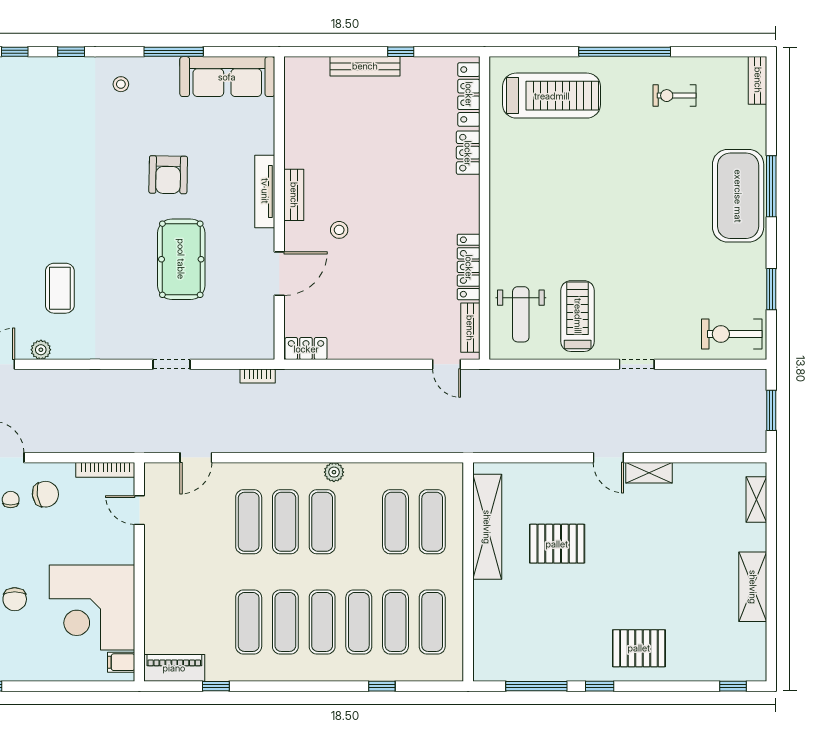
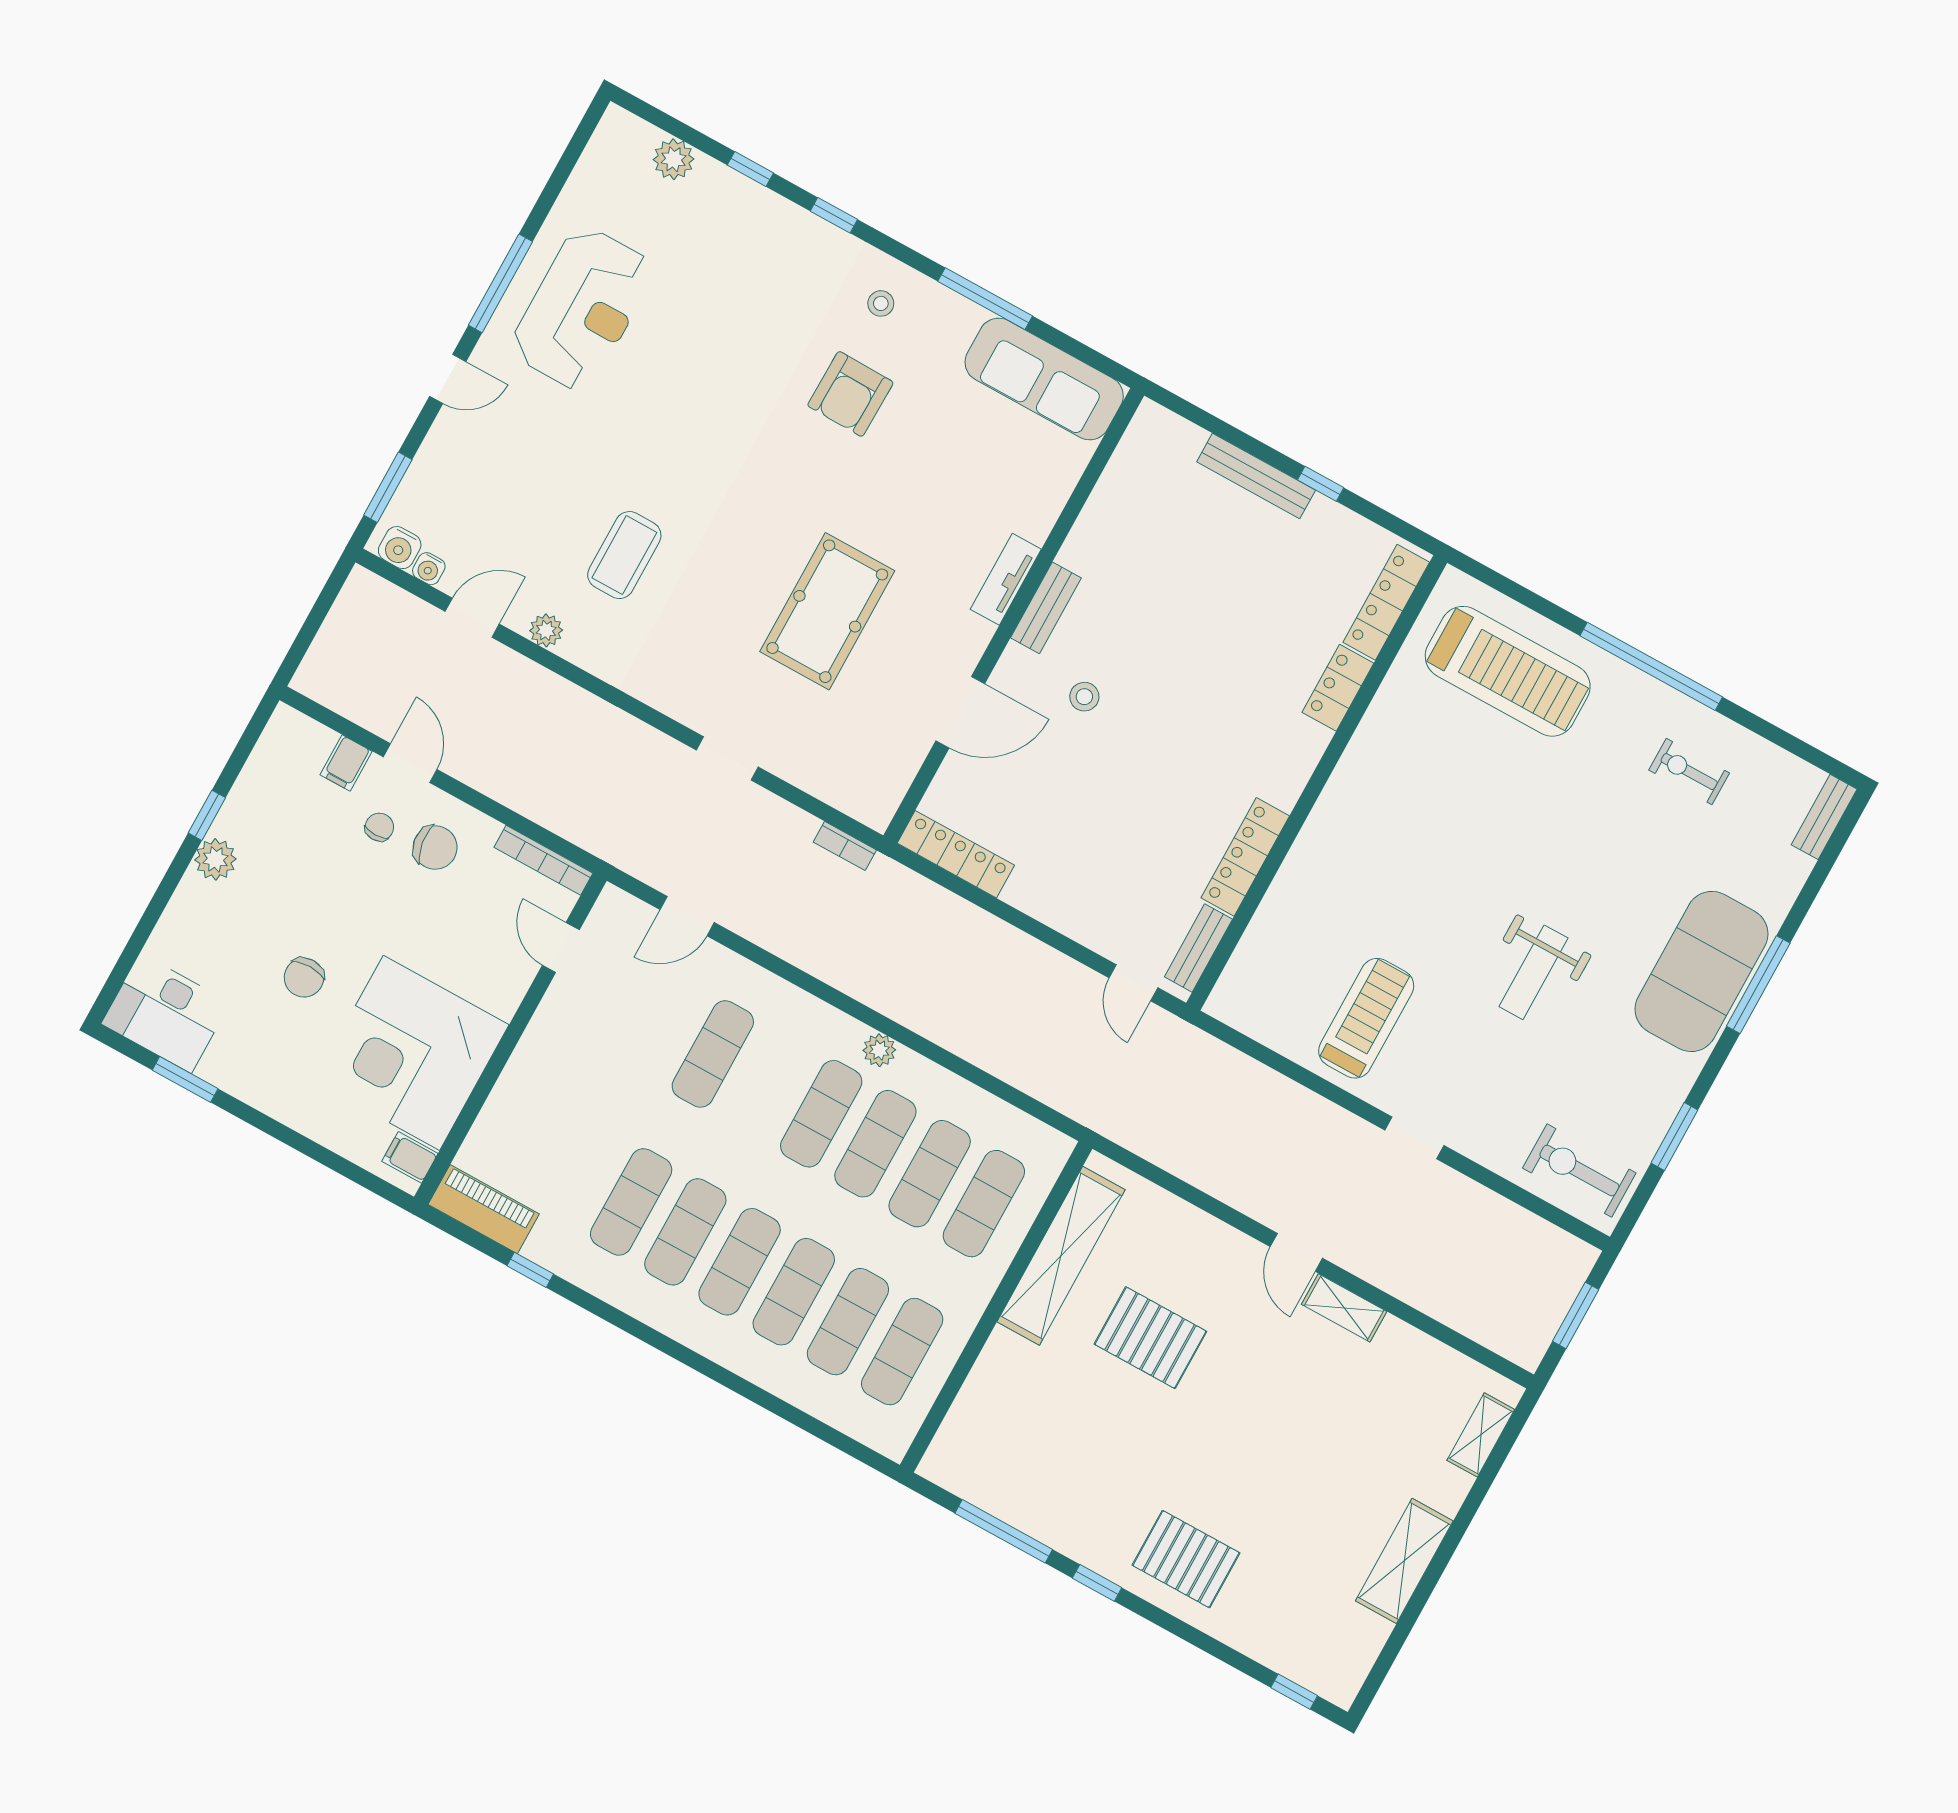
armchair: (168, 175) -> (850, 394), moved
tv unit: (265, 191) -> (1006, 579), width x0.71
weight bench: (521, 314) -> (1534, 972), moved
locker: (306, 349) -> (956, 854), width x1.53
exercise mat: (285, 522) -> (875, 1144), moved
window: (382, 686) -> (775, 1405), removed

